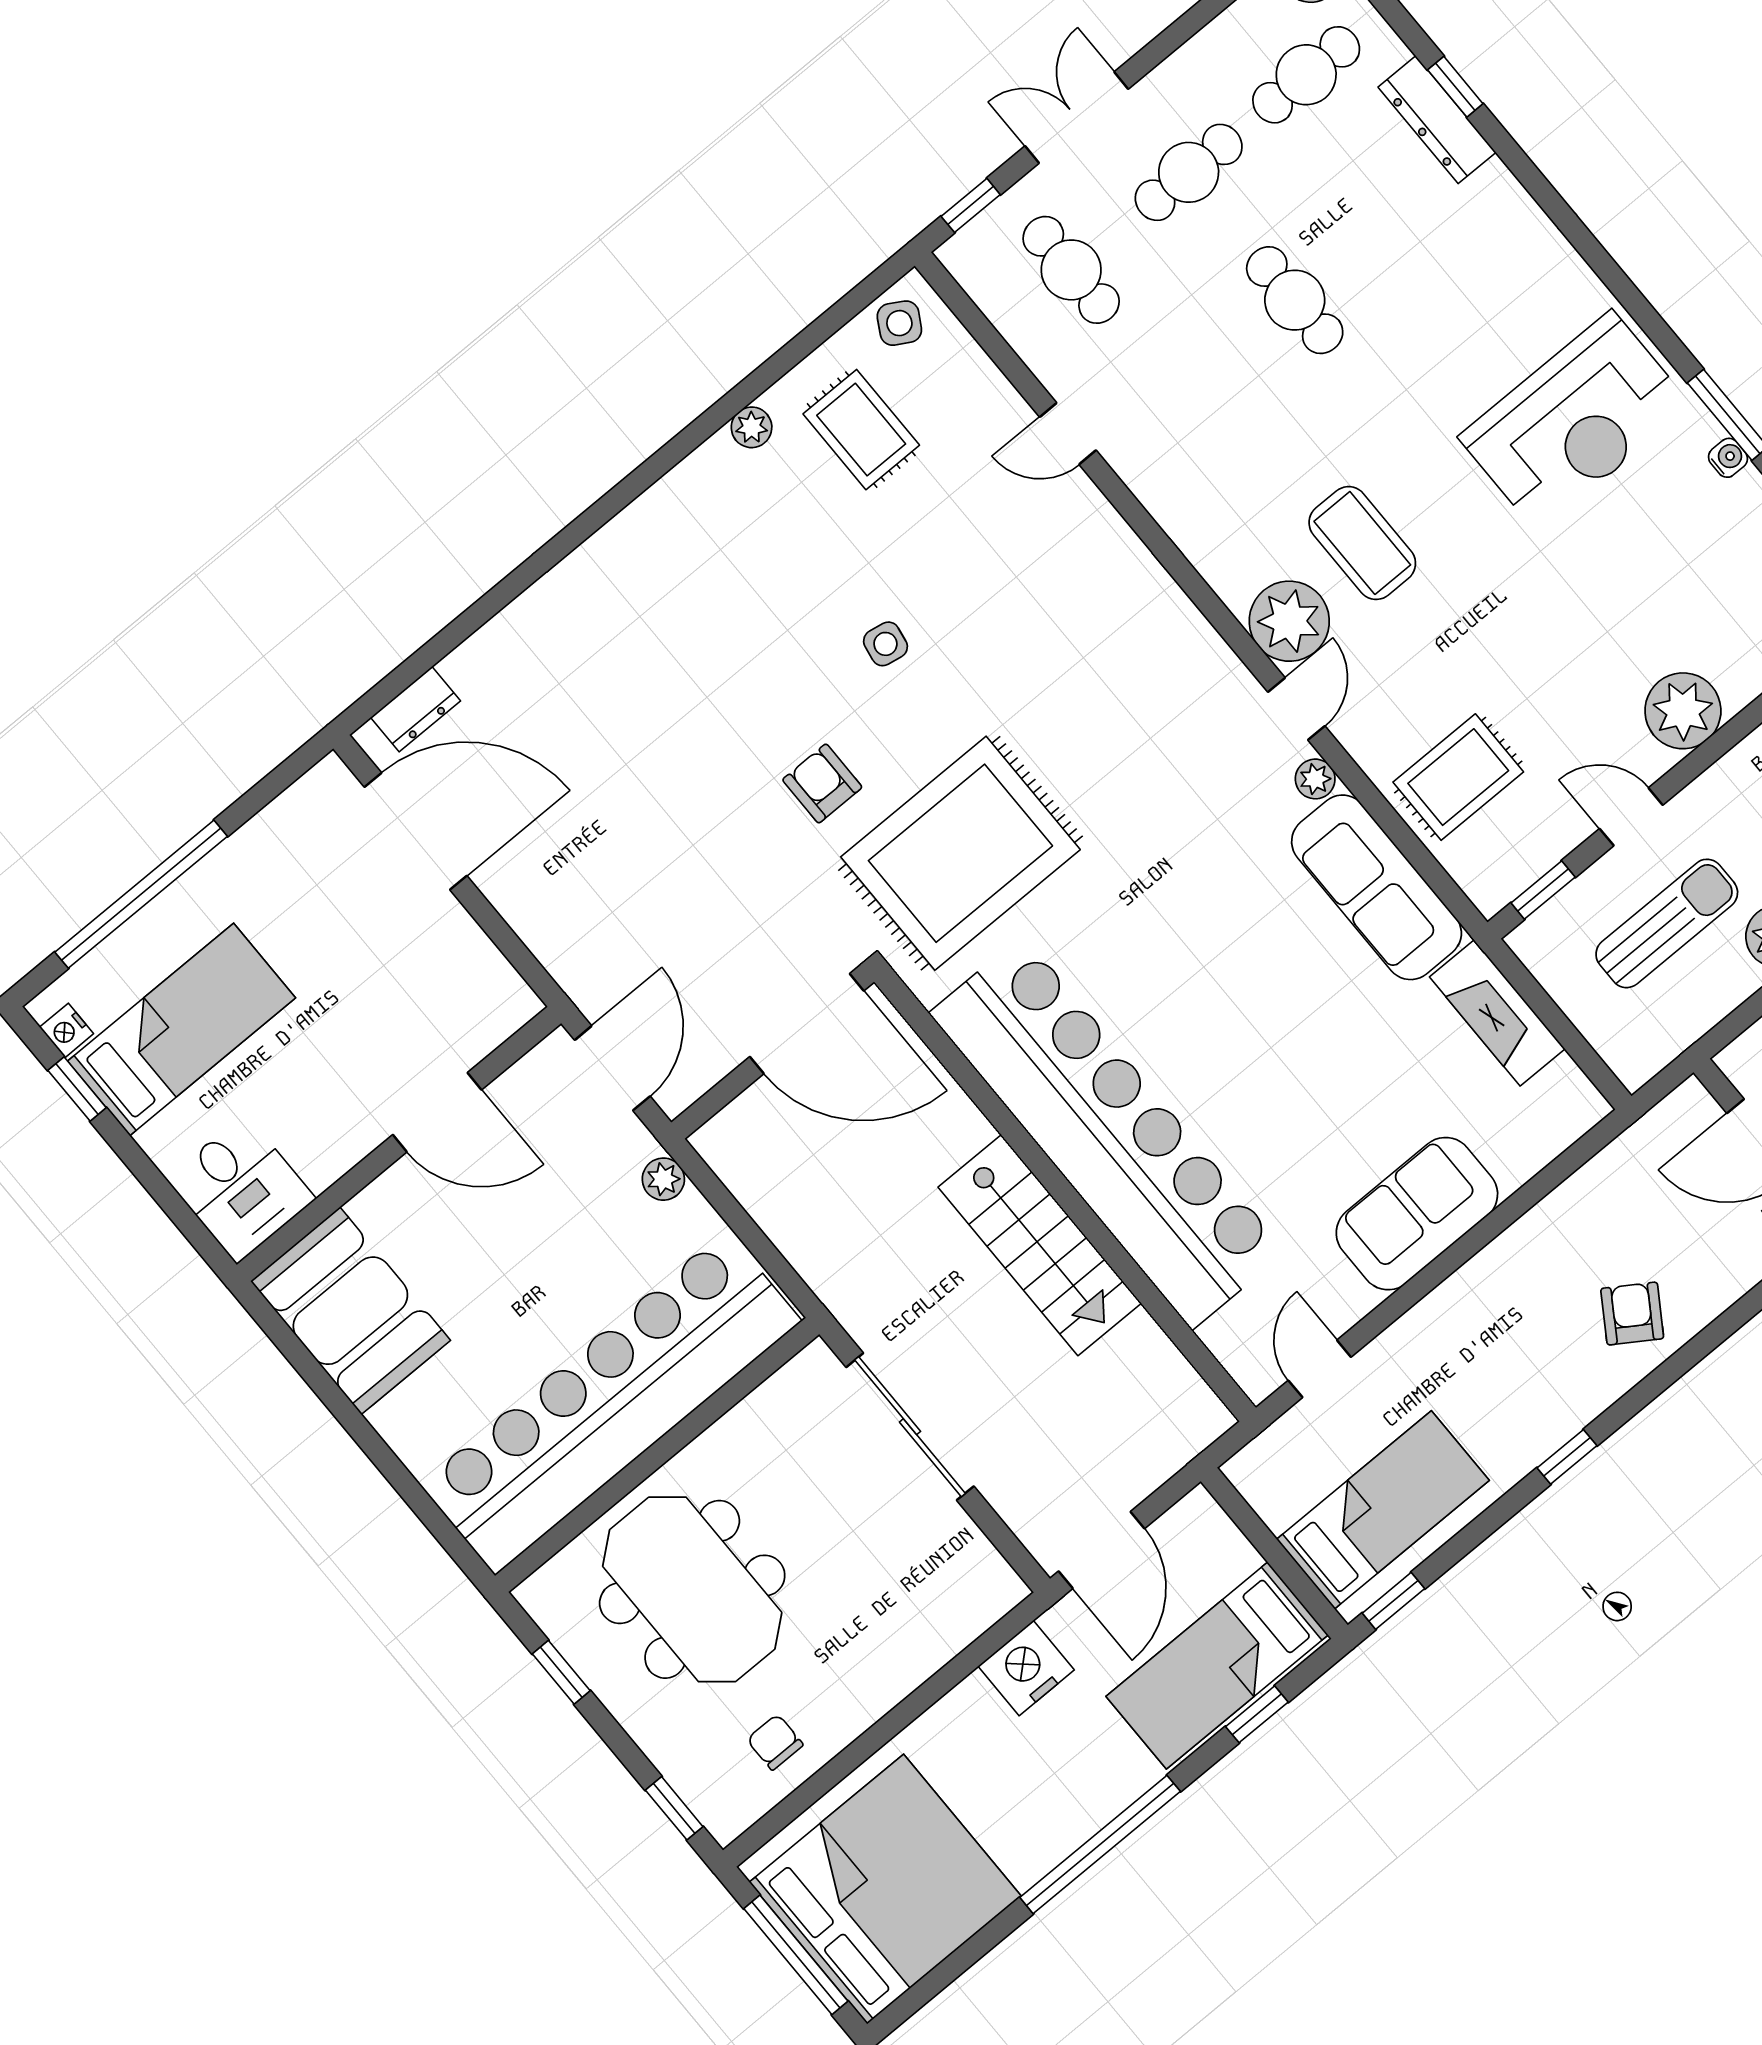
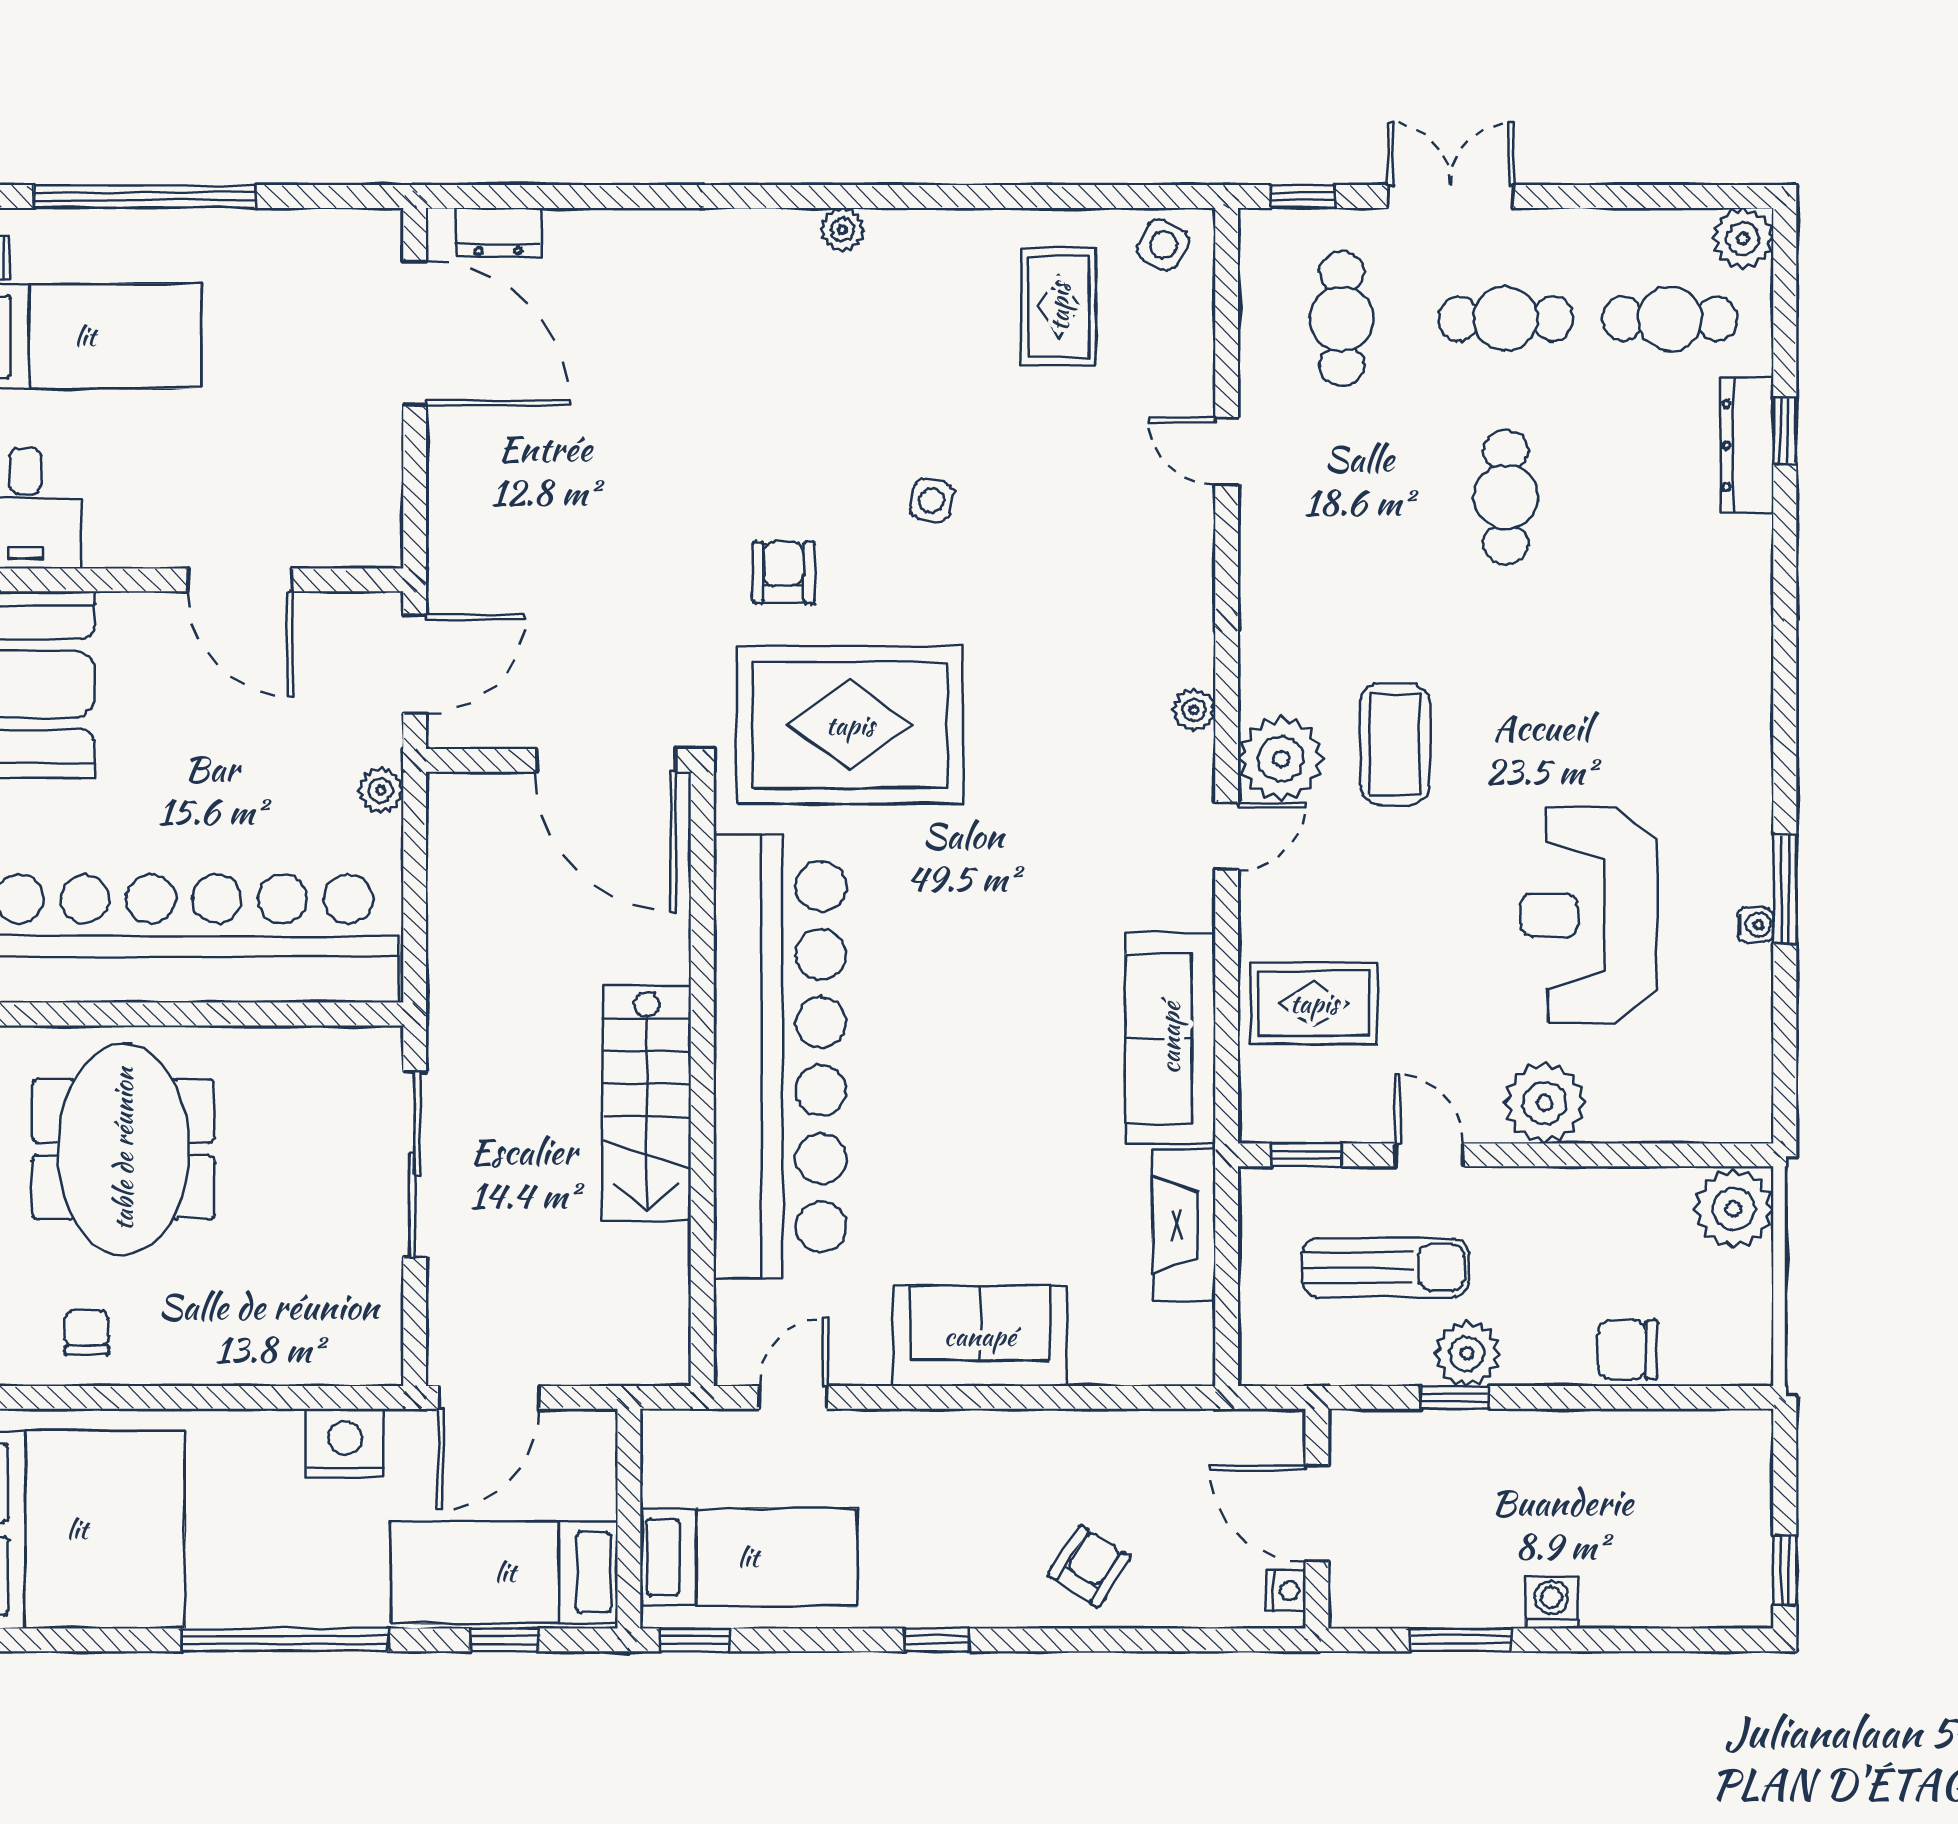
reception desk: (1575, 421) -> (1589, 915), moved, turned 90
plant: (752, 427) -> (842, 230), moved
plant: (1315, 779) -> (1194, 710), moved

